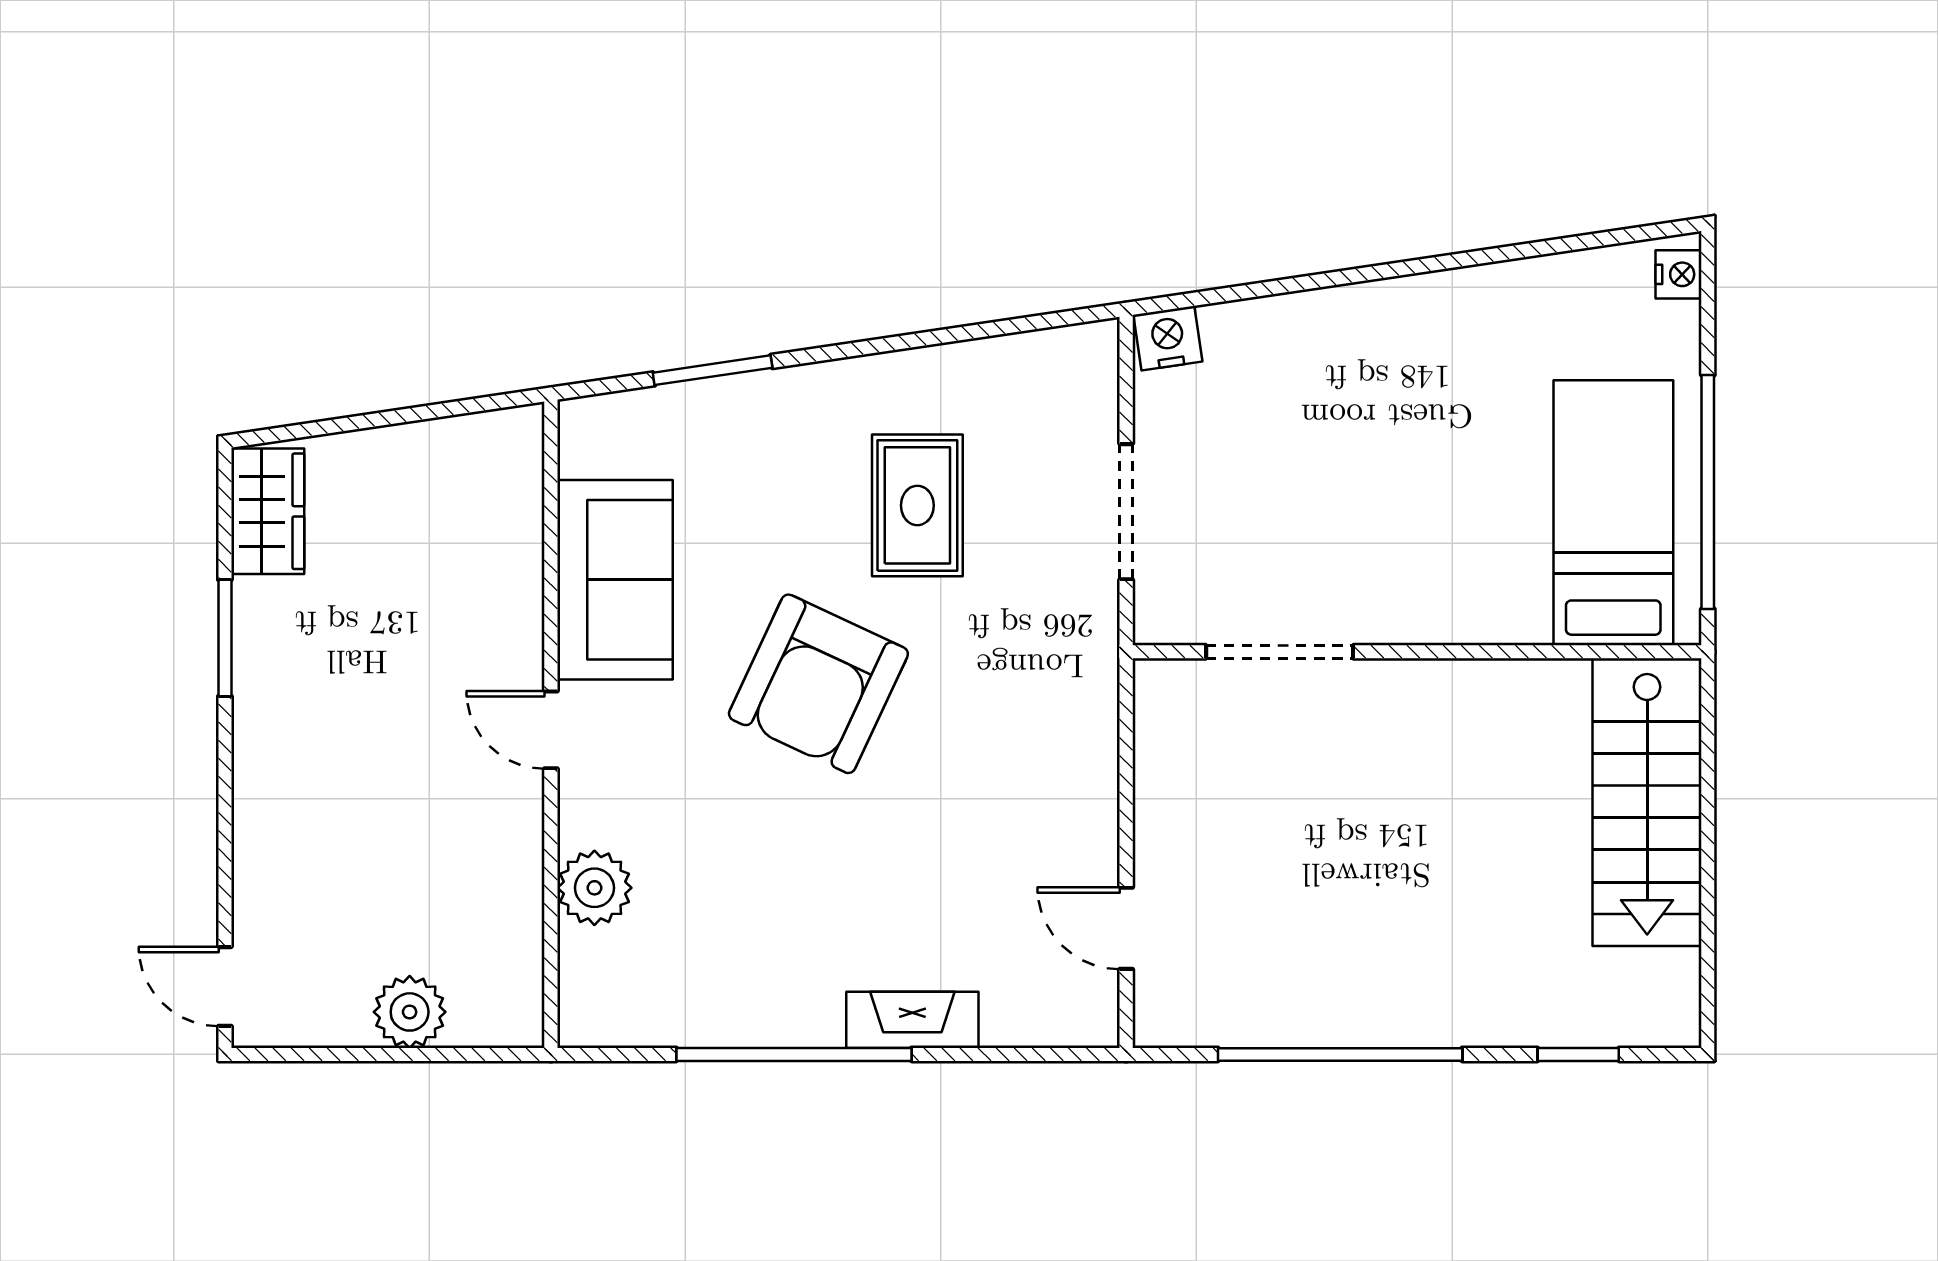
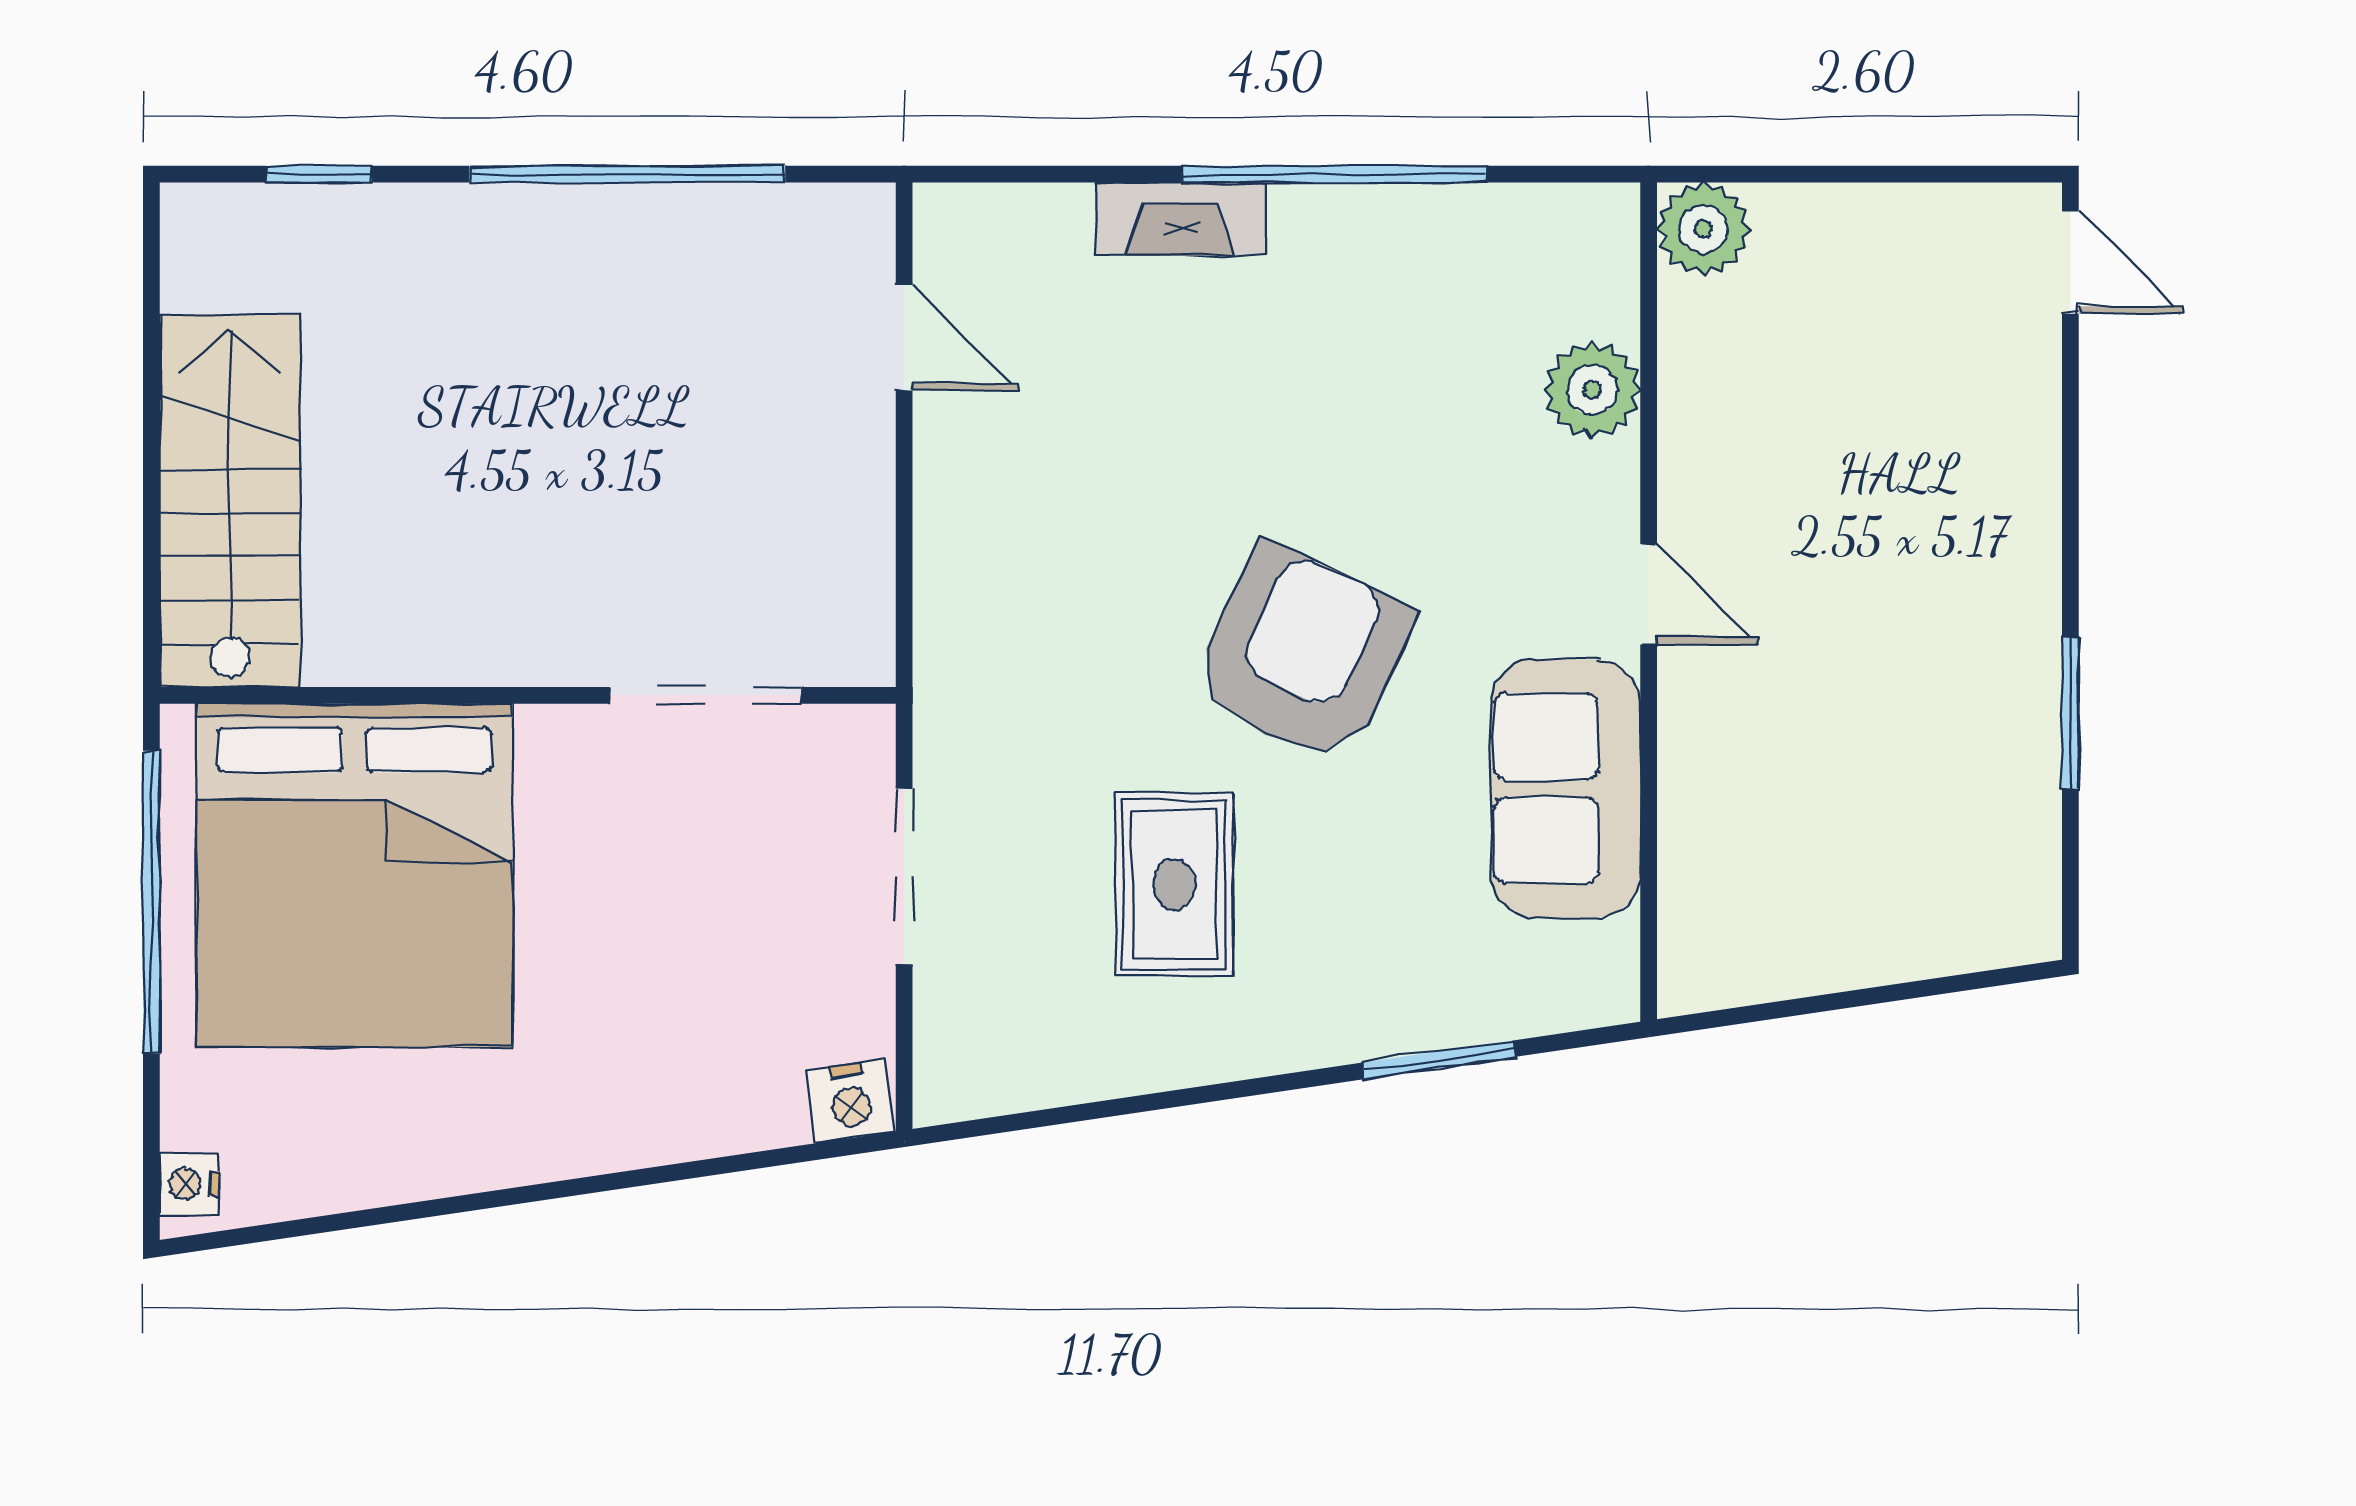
wardrobe: (268, 511) -> (2015, 877), removed
bed: (1613, 513) -> (354, 875), width x2.04
plant: (410, 1012) -> (1703, 229), moved

